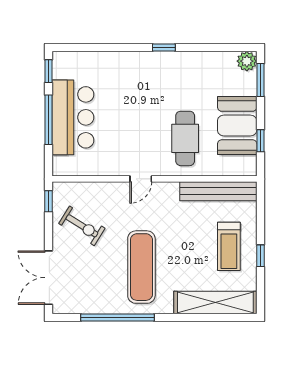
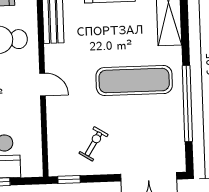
exercise bike: (82, 226) -> (93, 144), width x0.73, depth x0.72

